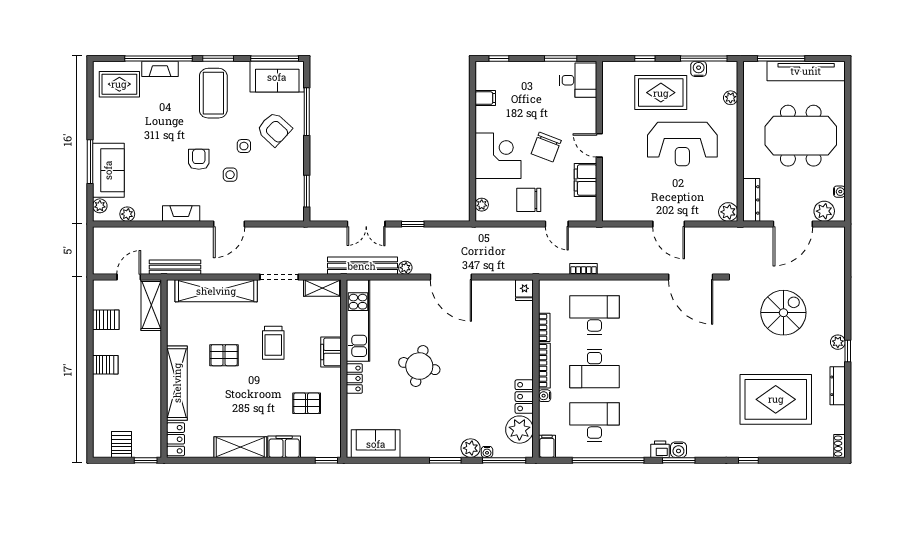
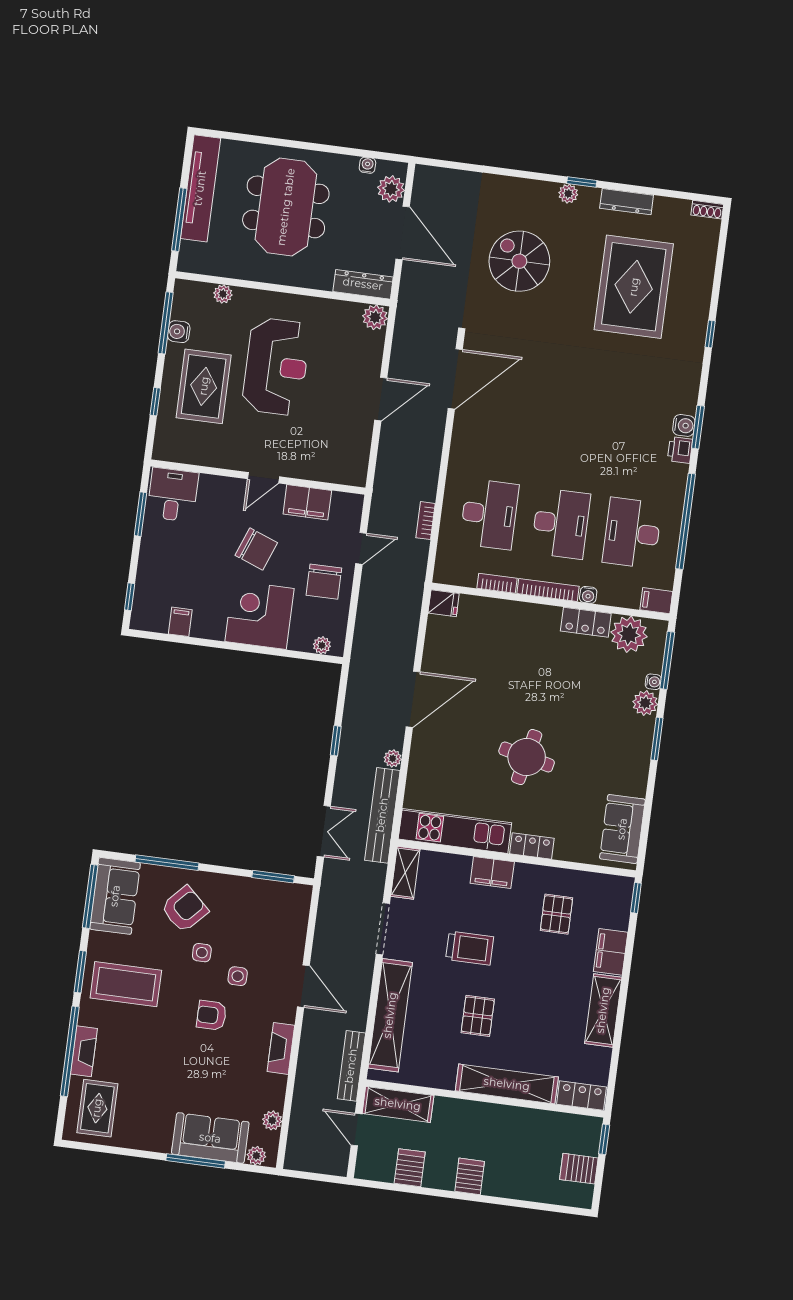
double door: (366, 224) -> (324, 831), moved
desk: (594, 315) -> (489, 514), turned 180

